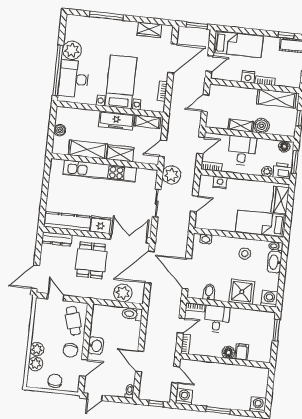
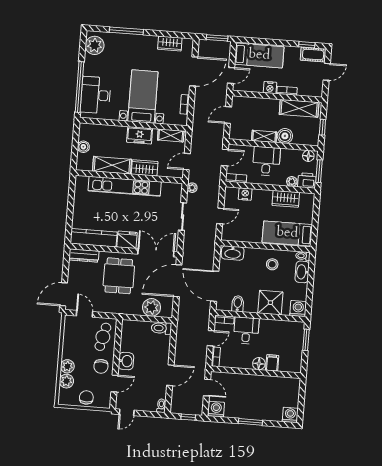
plant: (72, 50) -> (95, 45), moved
freezer: (116, 121) -> (140, 135), width x0.71
plant: (171, 175) -> (192, 188), width x0.53, depth x0.53
wardrobe: (280, 200) -> (286, 199), moved, turned -90
washbasin: (206, 239) -> (233, 253), width x1.91, depth x1.45
cafe table: (73, 321) -> (103, 337), turned 31
door: (139, 361) -> (170, 375), swing flipped

